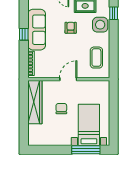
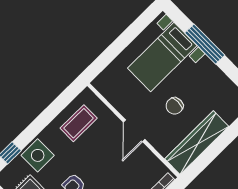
door: (68, 79) -> (134, 131), hinge flipped
window: (86, 150) -> (205, 44), moved

